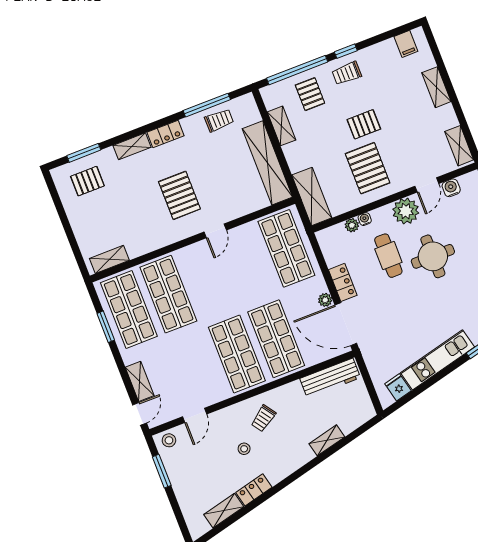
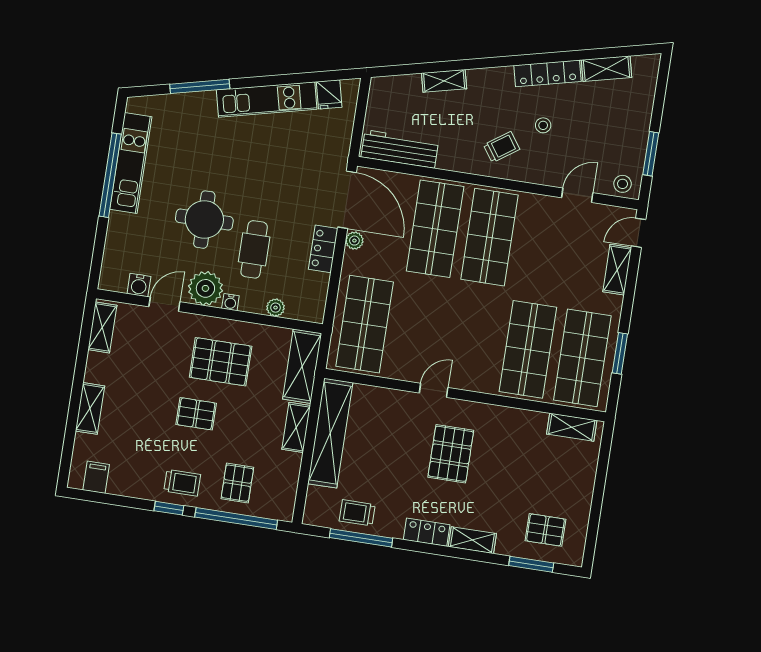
shelving: (281, 126) -> (296, 427), moved
pallet: (368, 168) -> (221, 362), turned 90
water cooler: (365, 219) -> (230, 302), moved
locker: (254, 490) -> (548, 73), width x1.53

